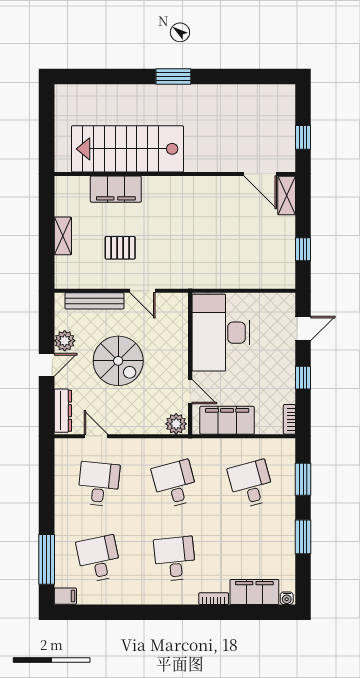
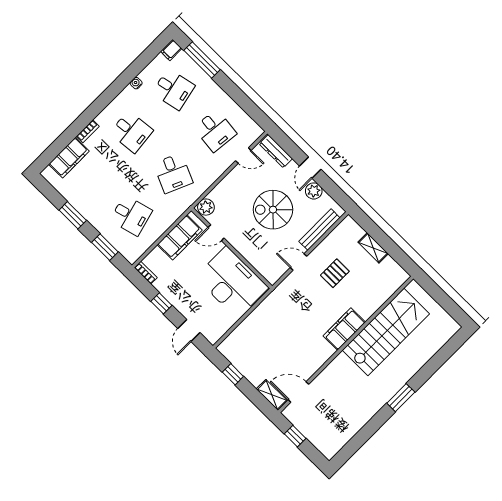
filing cabinet: (116, 189) -> (344, 329), moved
desk: (175, 484) -> (173, 173), turned 39
water cooler: (287, 598) -> (136, 83), moved

